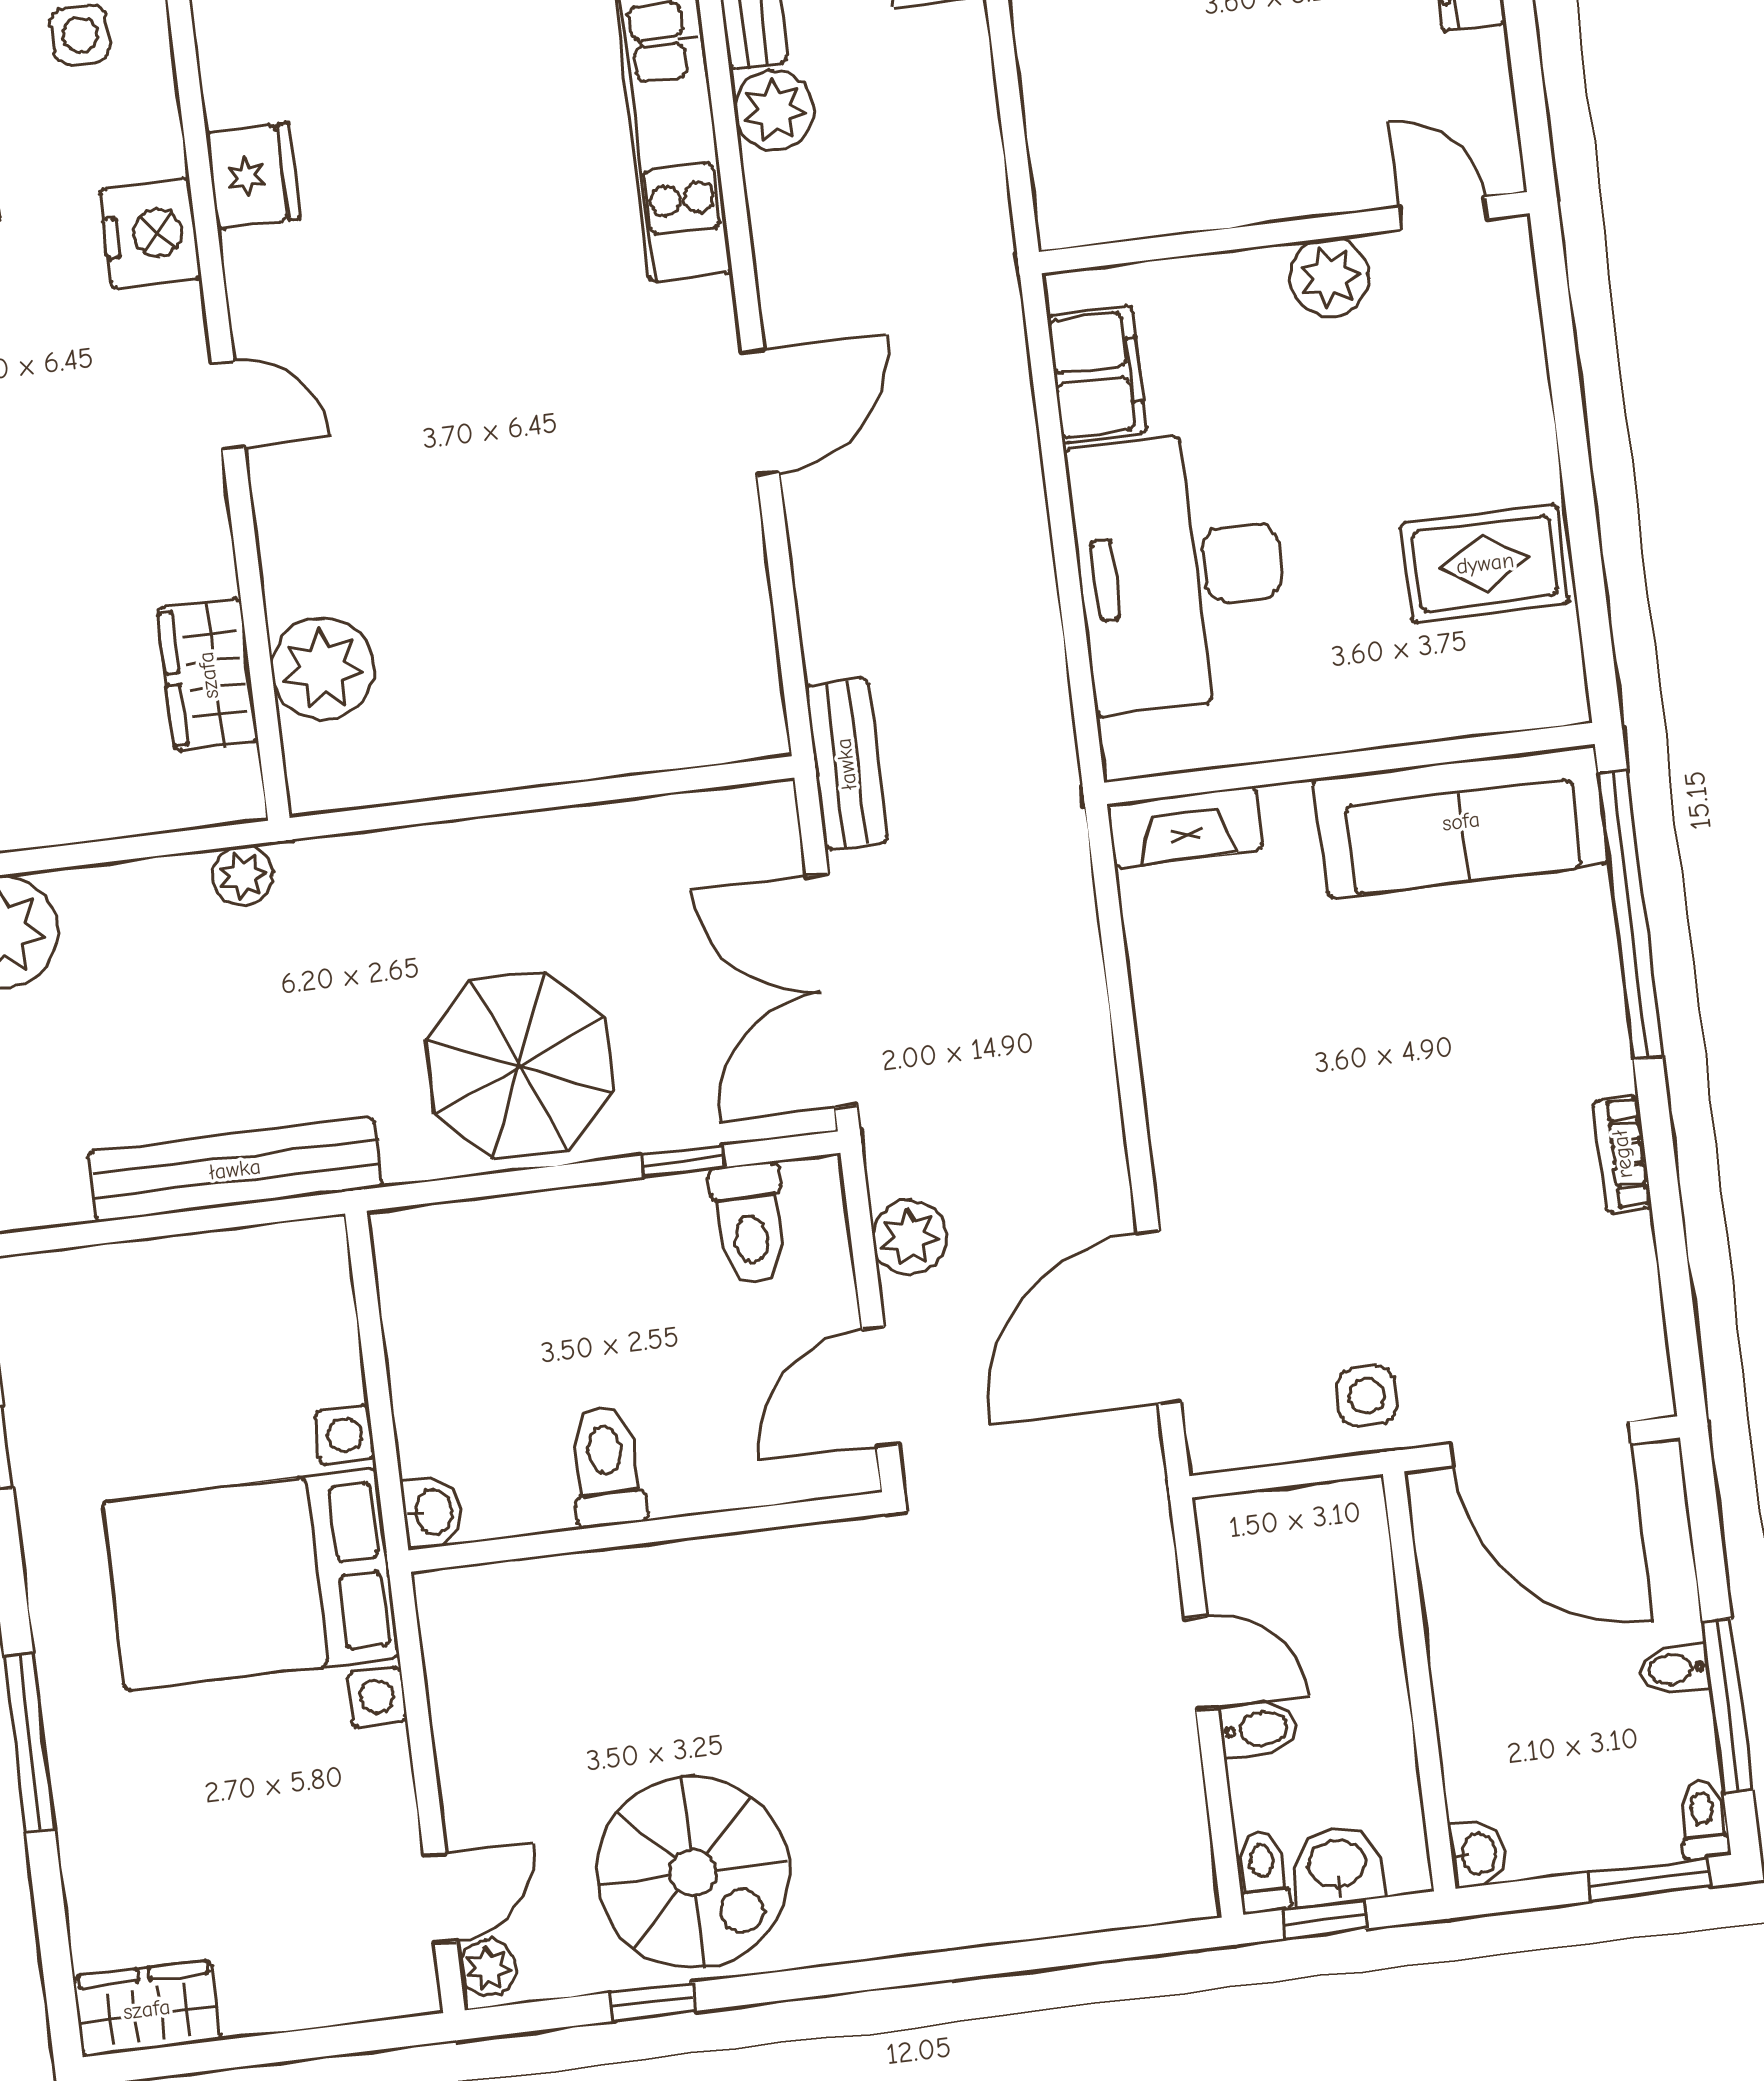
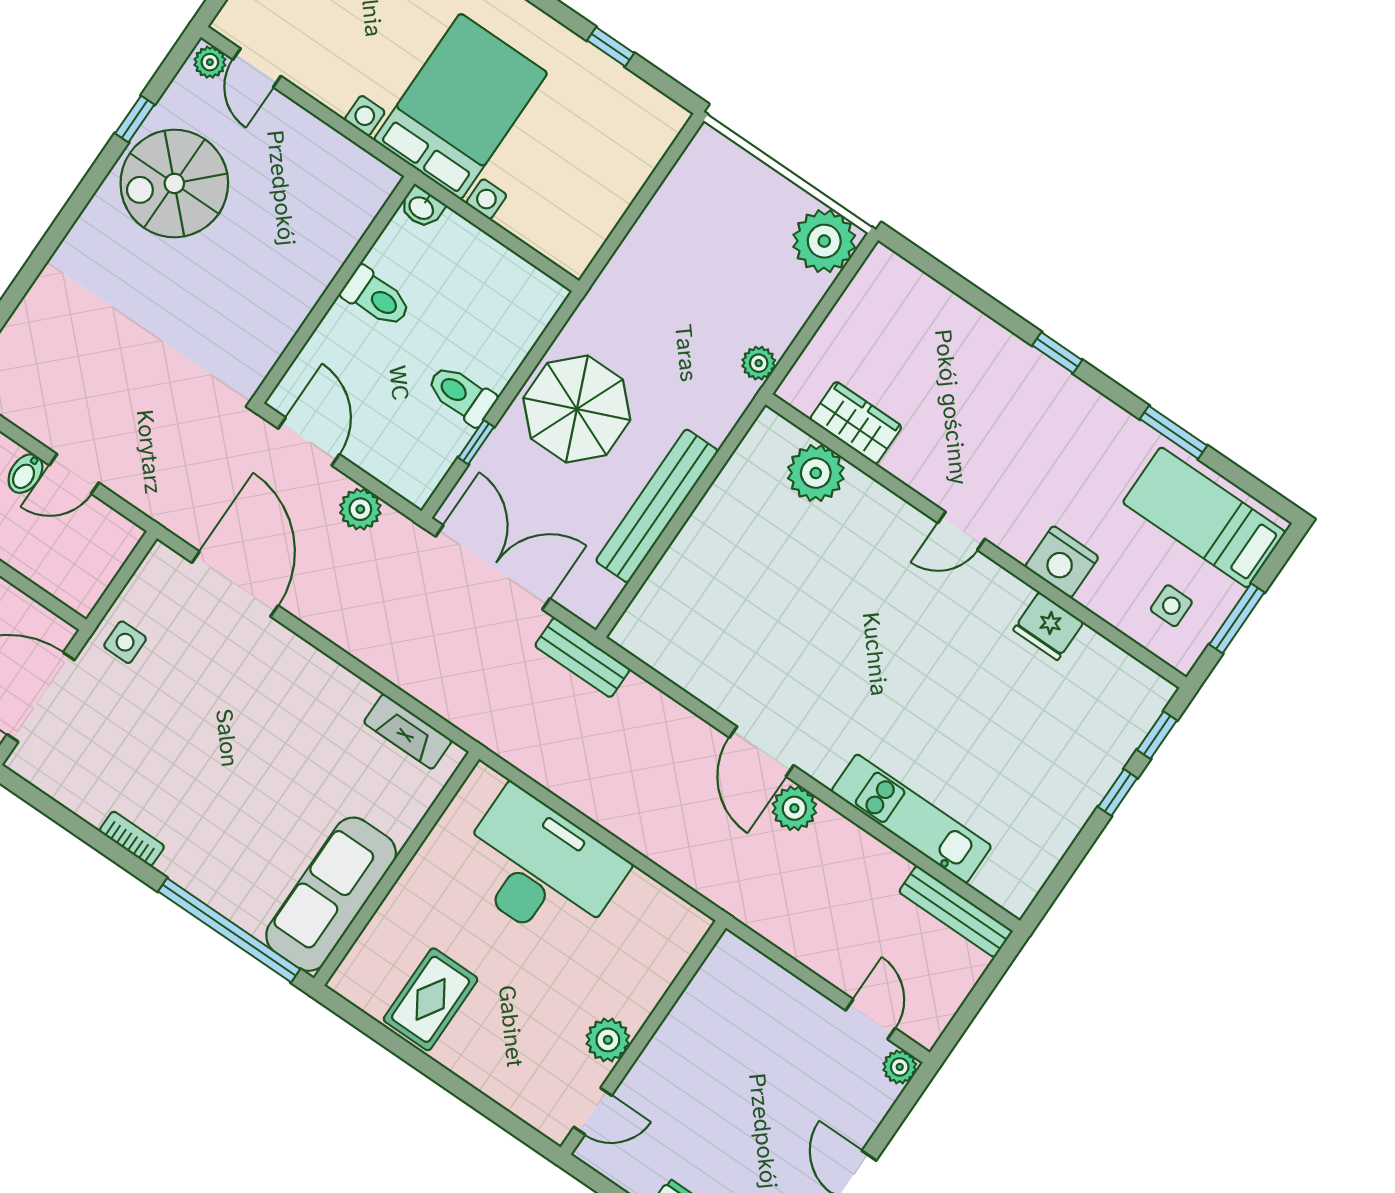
plant: (774, 110) -> (794, 808), moved
filing cabinet: (1097, 375) -> (653, 907), removed
fireplace: (1185, 827) -> (408, 732), moved, turned -90
bench: (235, 1169) -> (657, 506), moved
toilet: (750, 1223) -> (461, 395), moved

